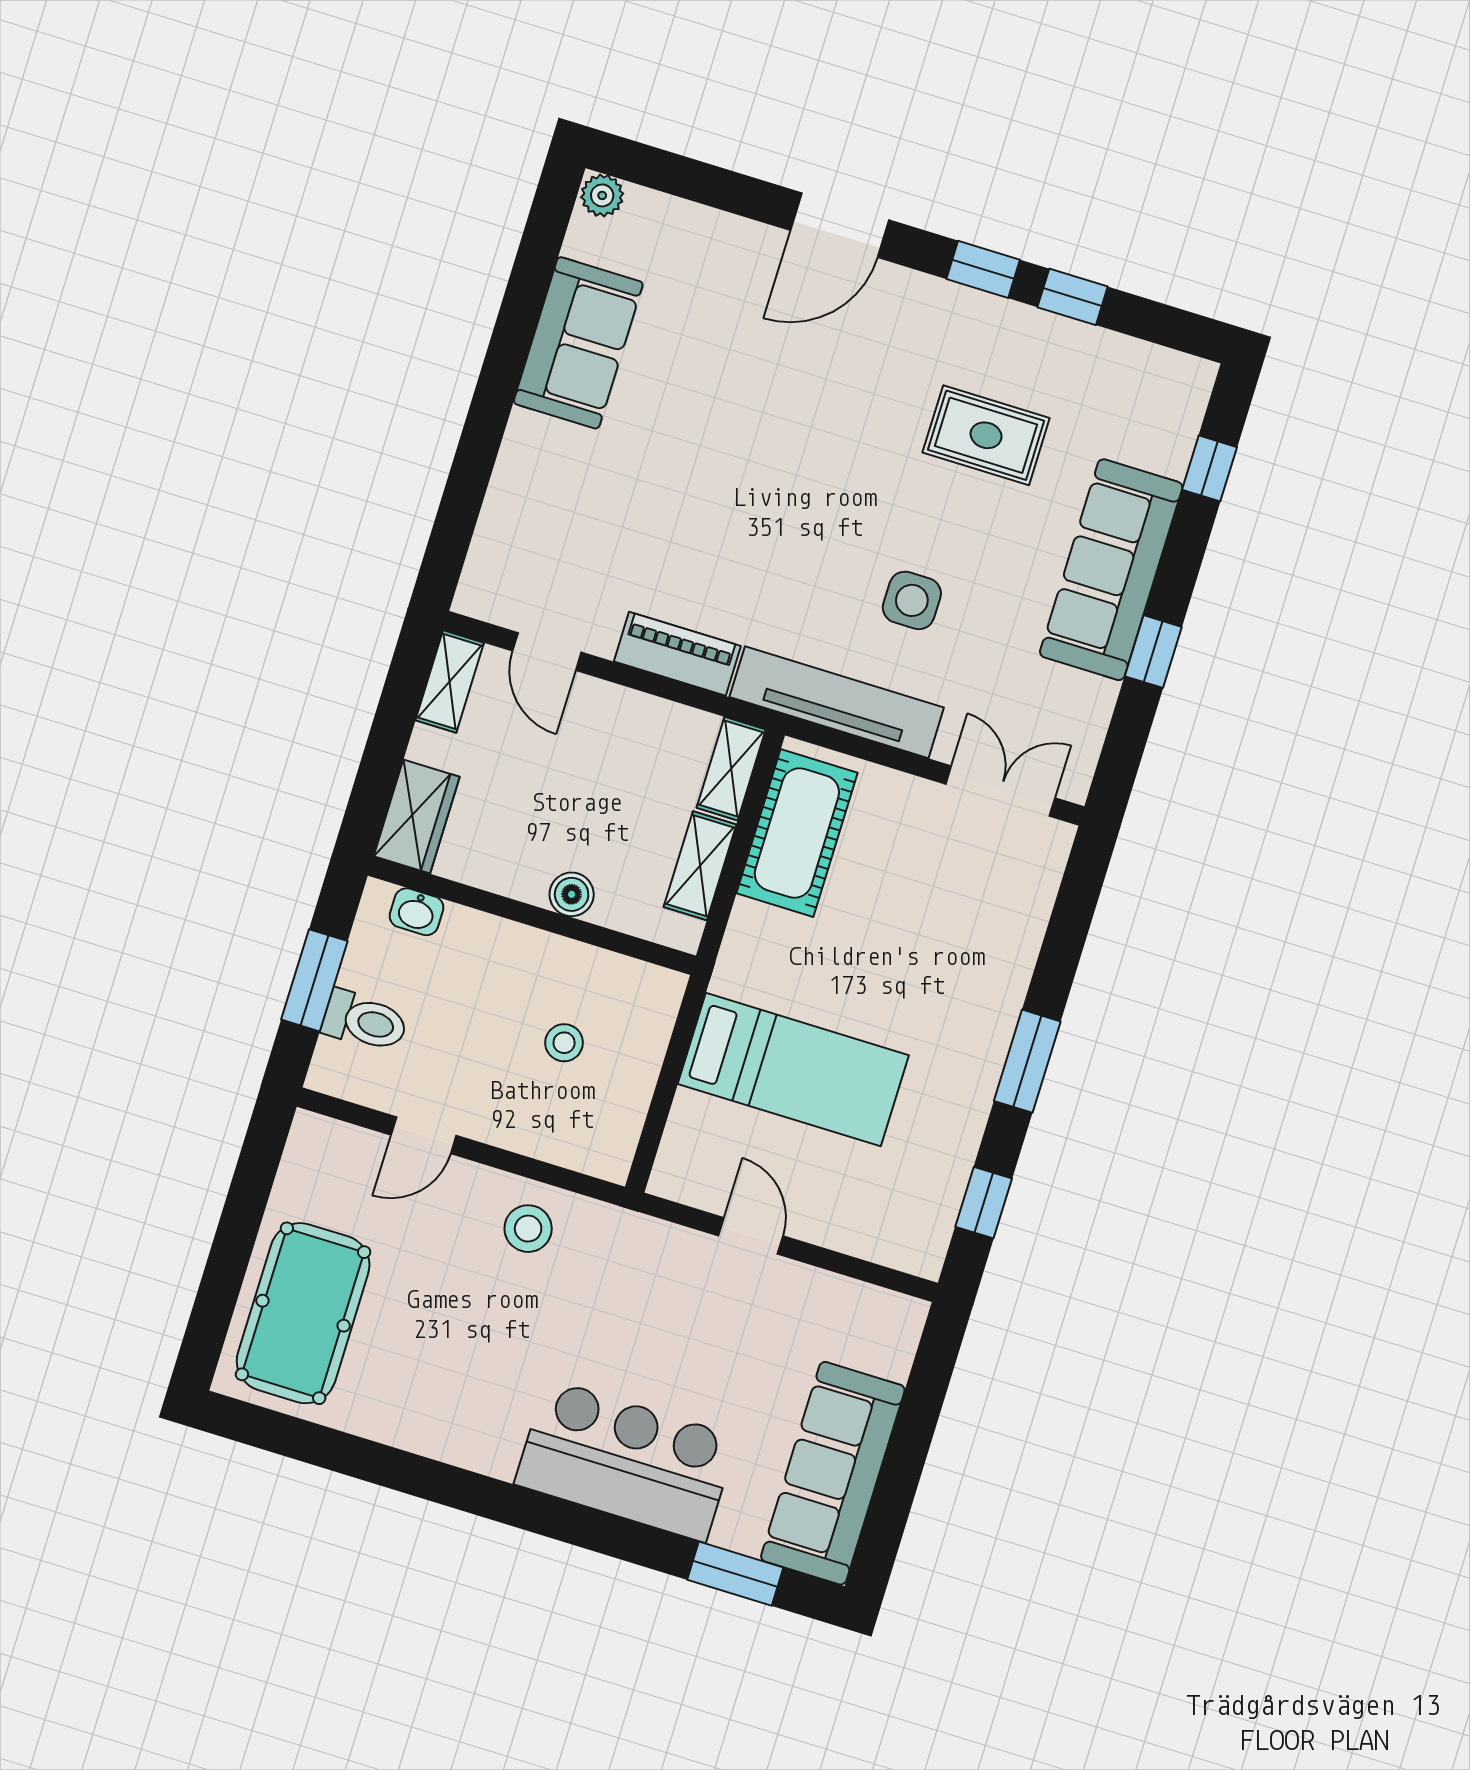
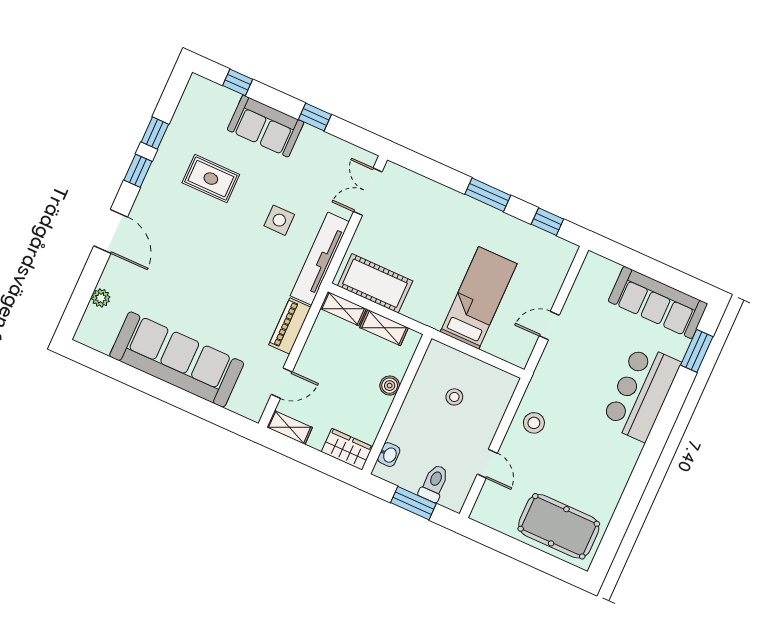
plant: (602, 195) -> (101, 298), moved
sofa: (578, 343) -> (177, 359), width x1.85, depth x1.27
rug: (986, 435) -> (211, 179), turned 90
sofa: (1111, 570) -> (266, 126), width x0.73

